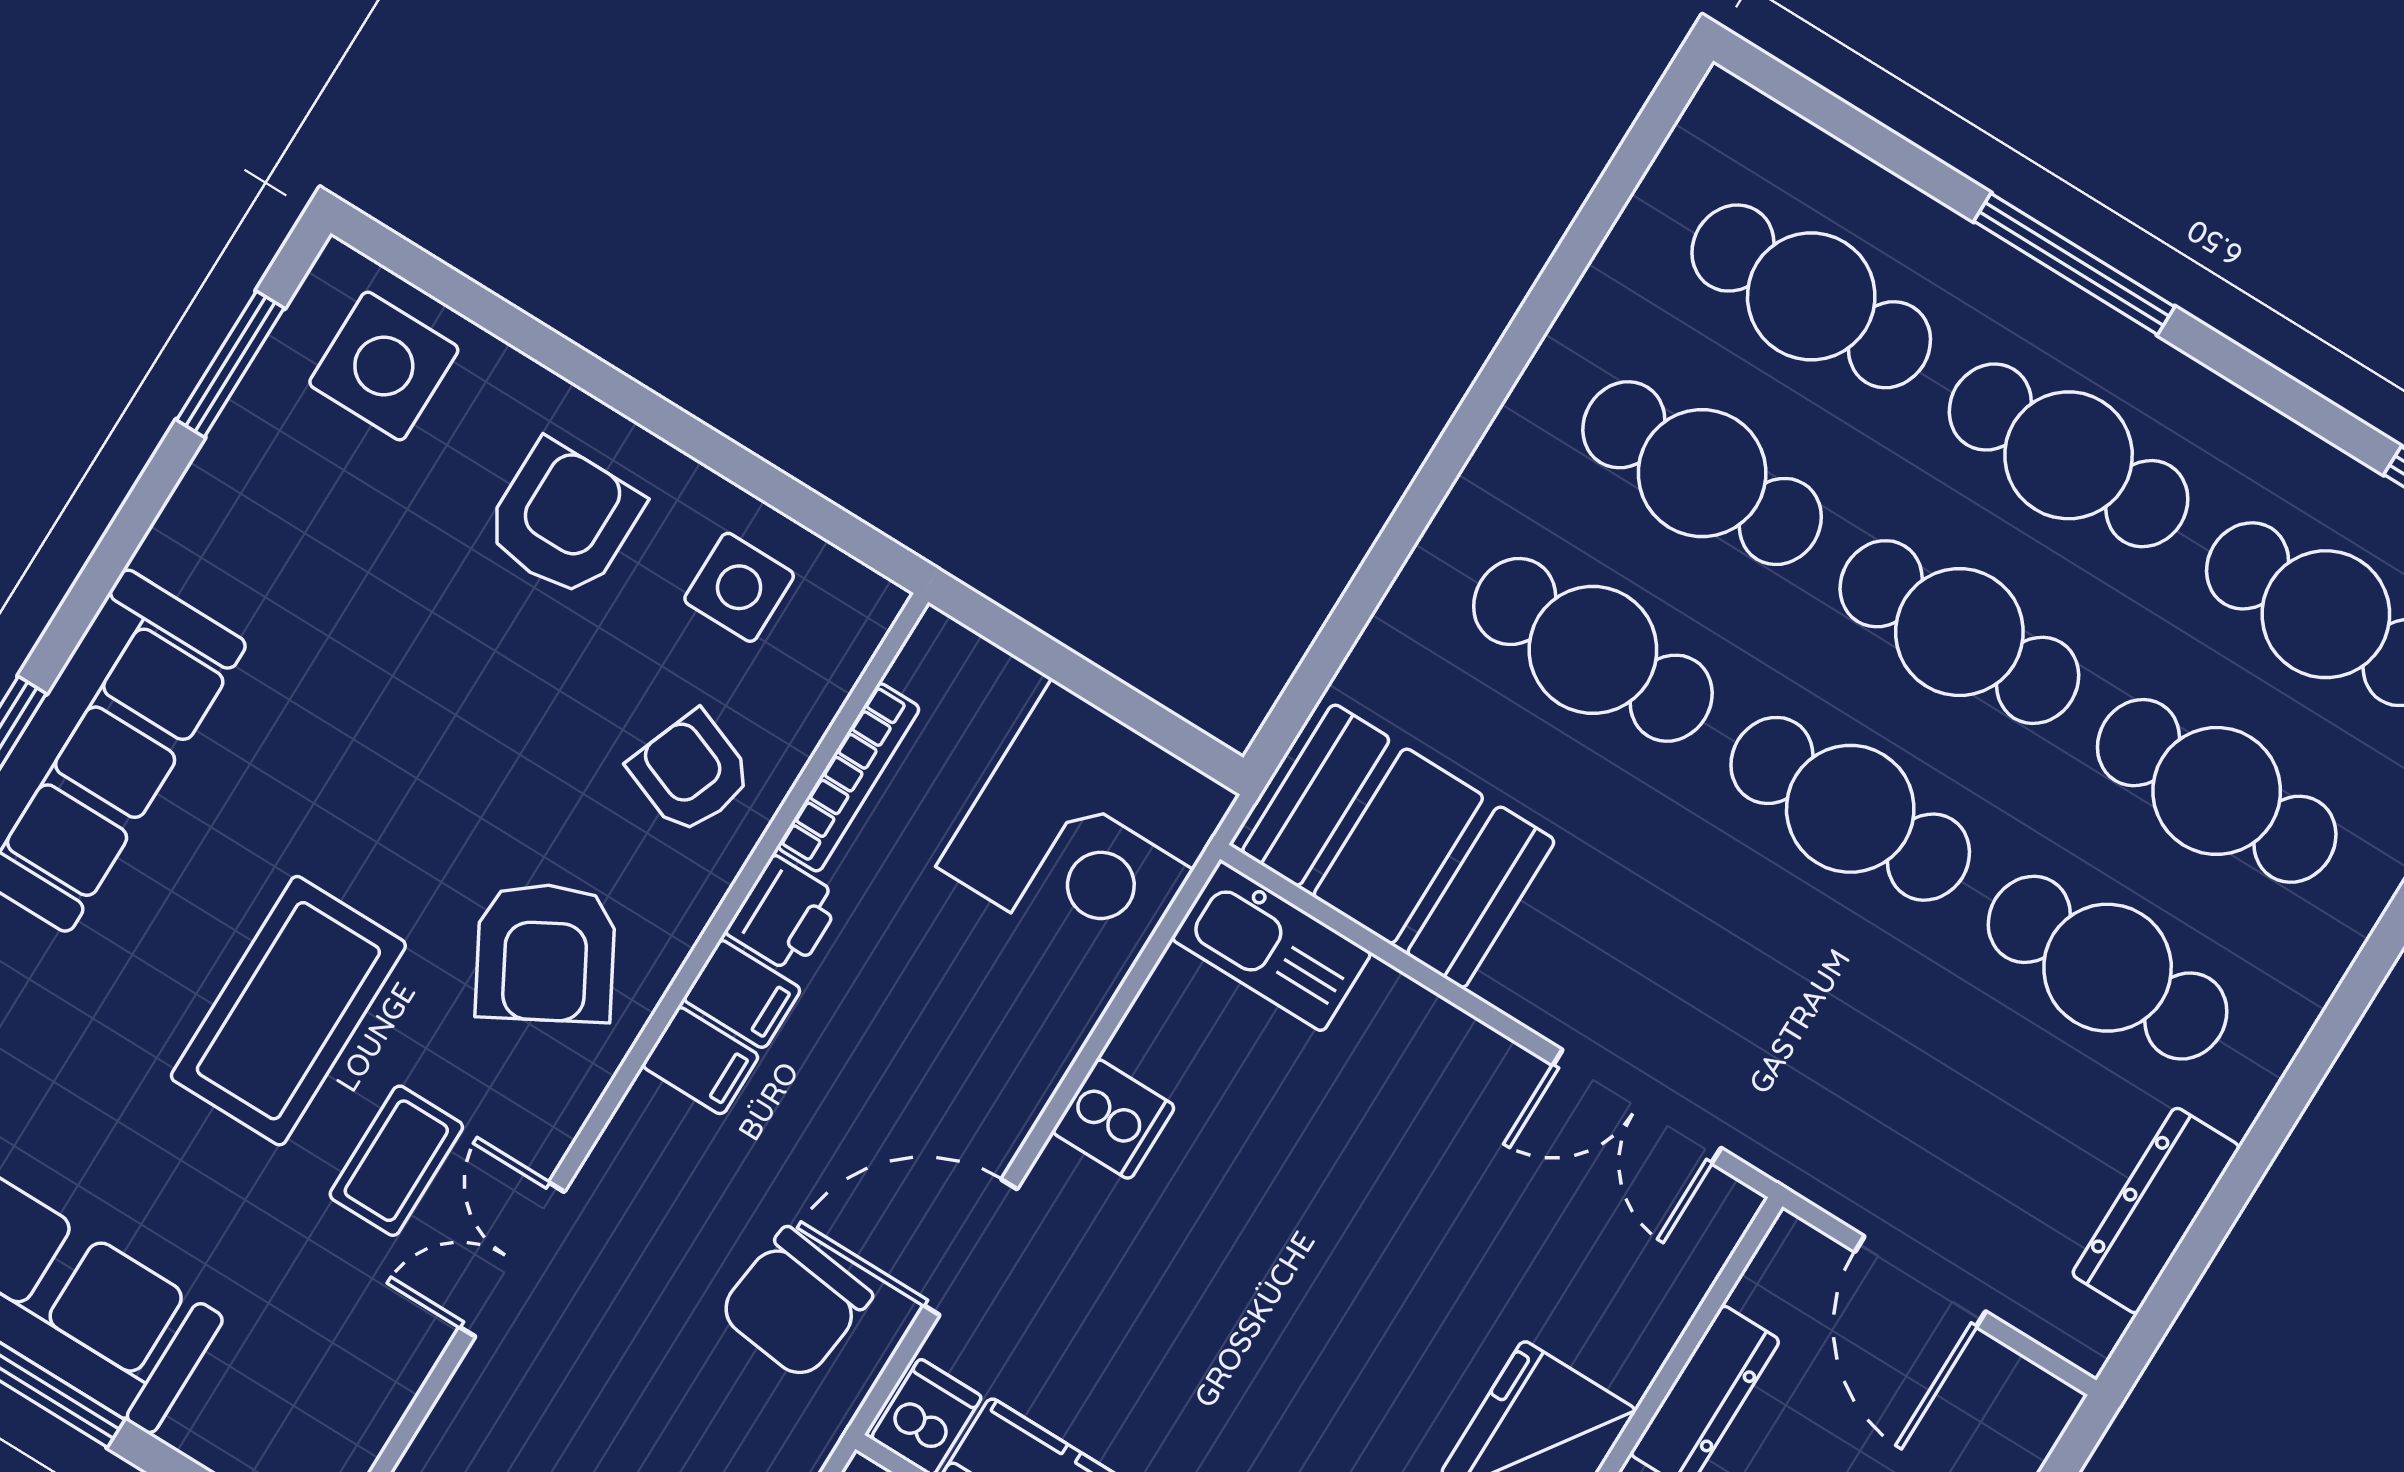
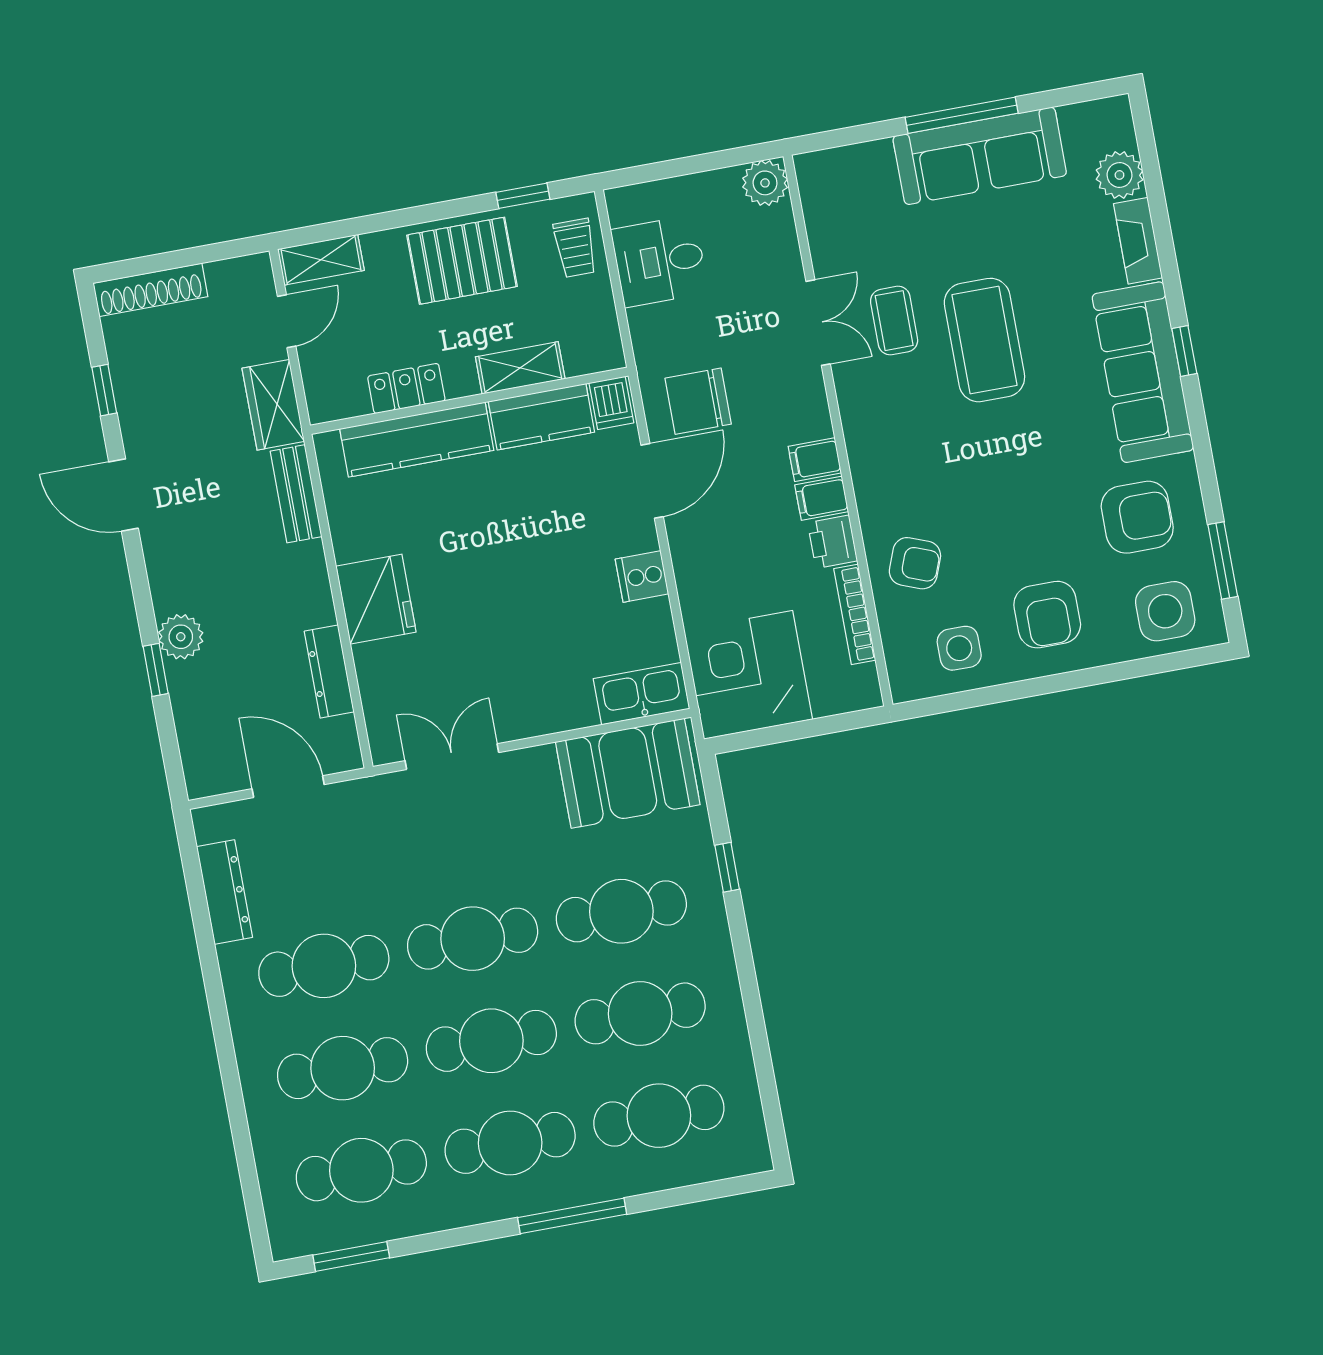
window: (1377, 573) -> (727, 867), added
armchair: (545, 953) -> (1137, 517), moved, turned 119
chair: (795, 1304) -> (698, 401), turned -97

